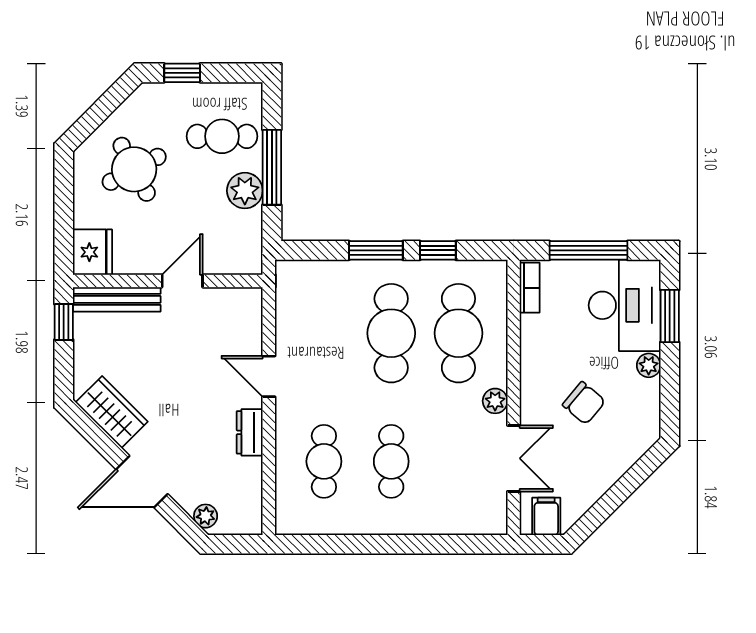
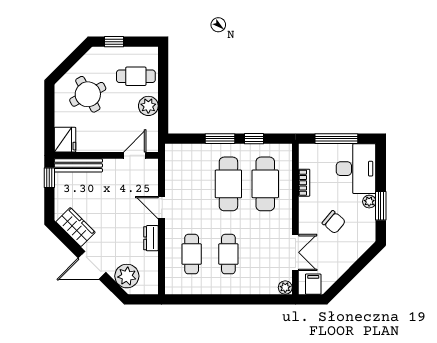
window: (272, 167) -> (163, 93), removed
door: (182, 281) -> (135, 155), moved
bookcase: (530, 288) -> (304, 183), moved
window: (670, 316) -> (381, 206), moved
plant: (495, 401) -> (285, 288), moved
plant: (206, 516) -> (127, 276), width x1.88, depth x1.88

